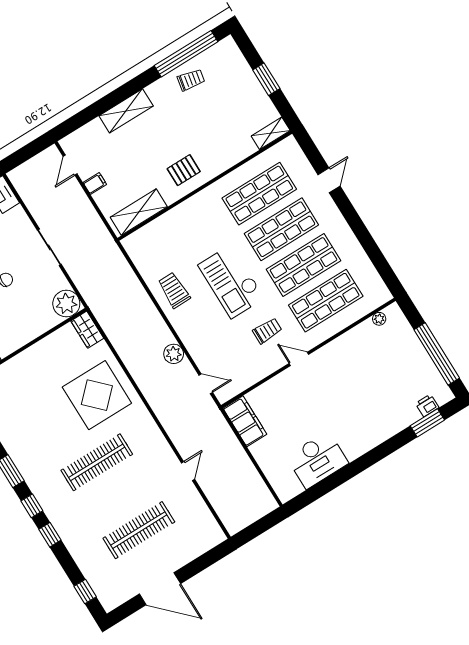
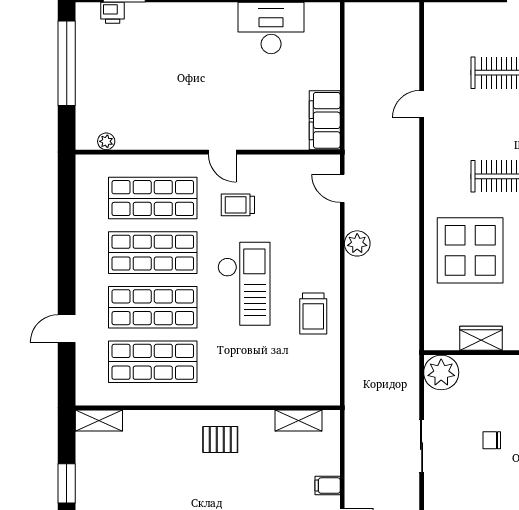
shelving: (139, 212) -> (299, 421), width x0.67, depth x0.75
wardrobe: (87, 330) -> (481, 338), moved, turned -90

